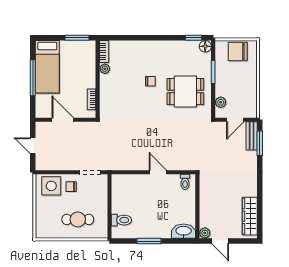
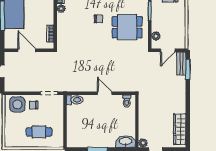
toilet: (121, 220) -> (75, 100), moved

